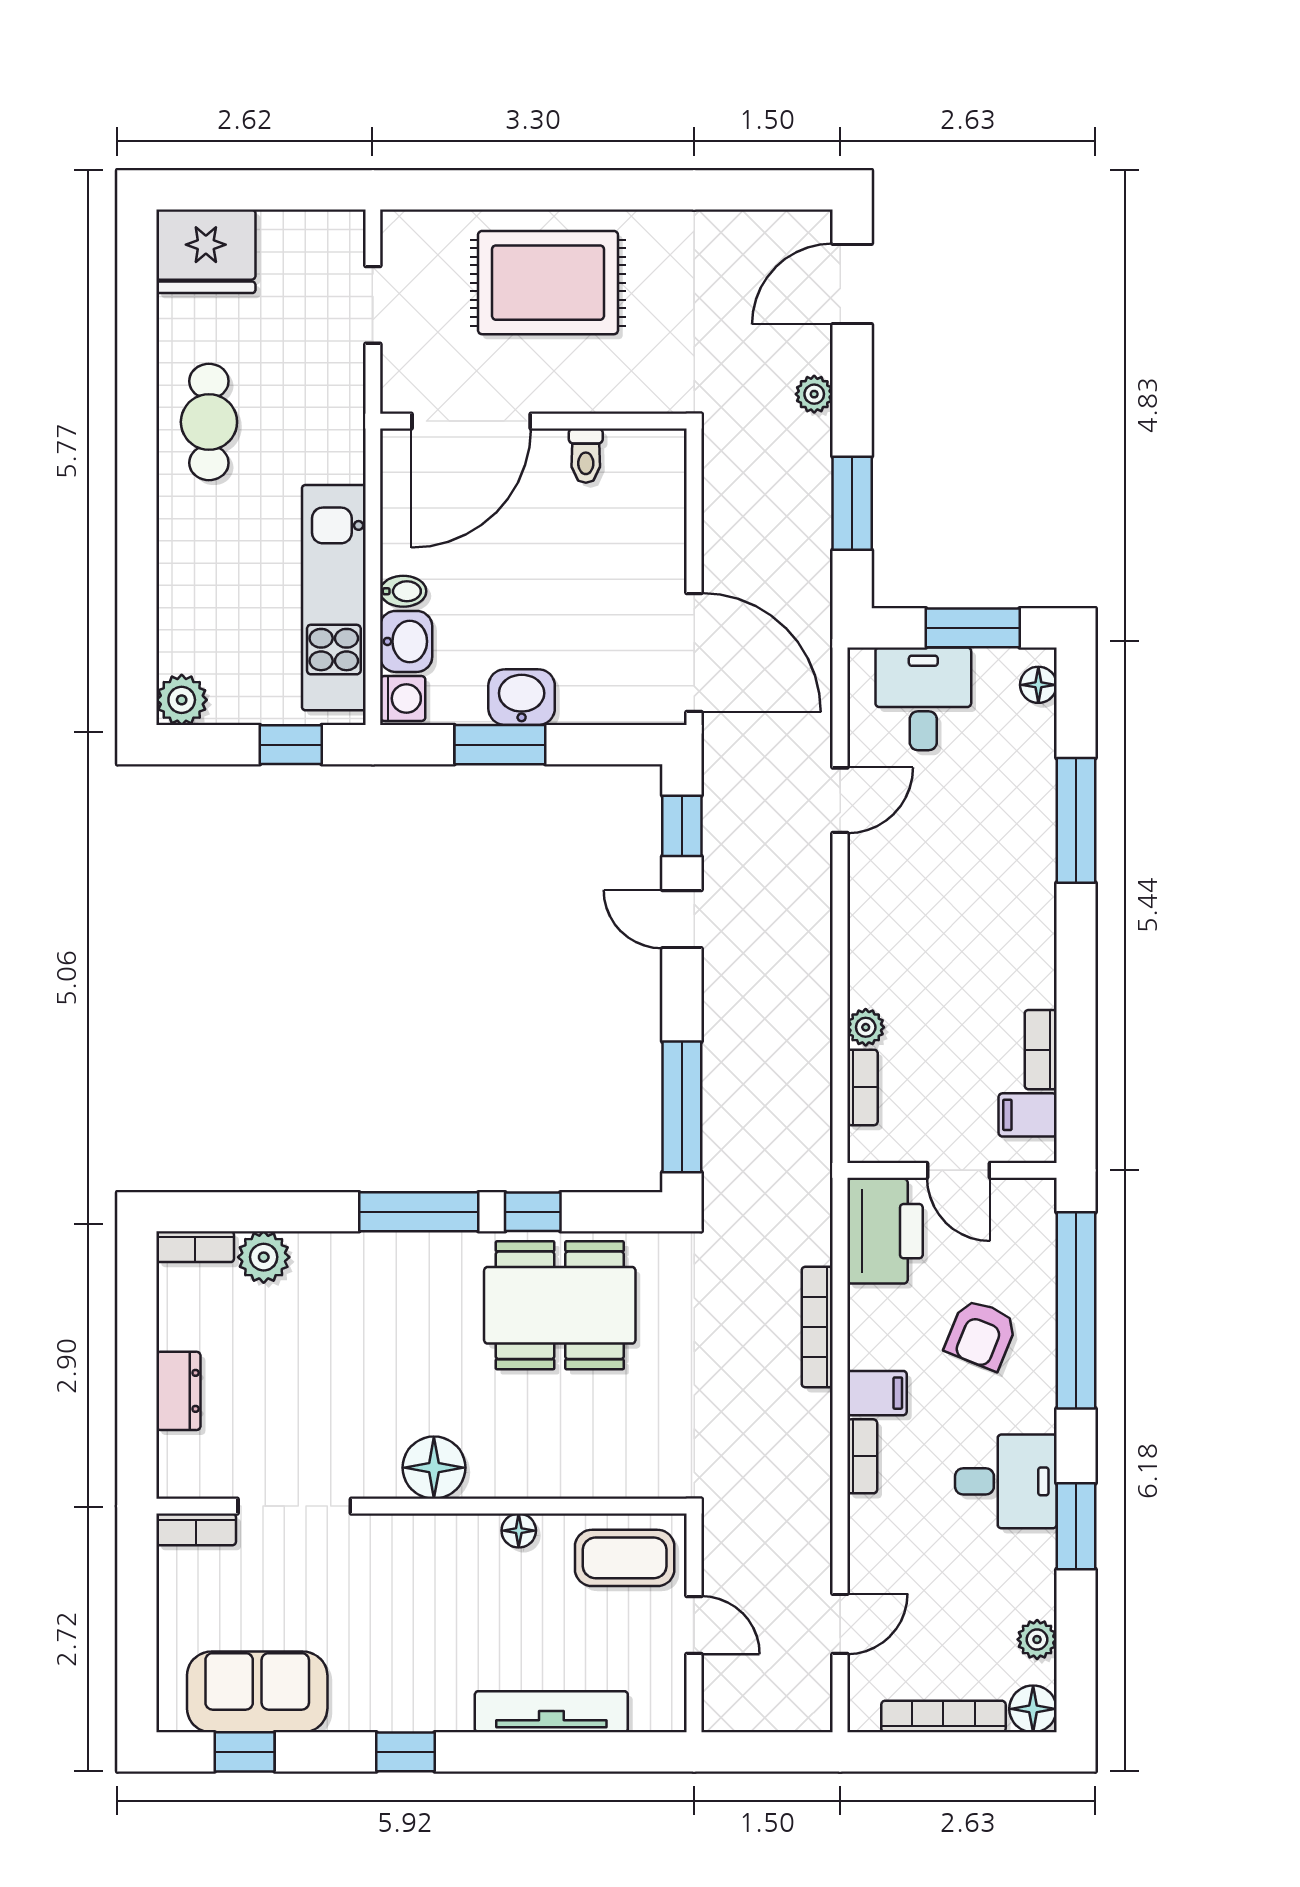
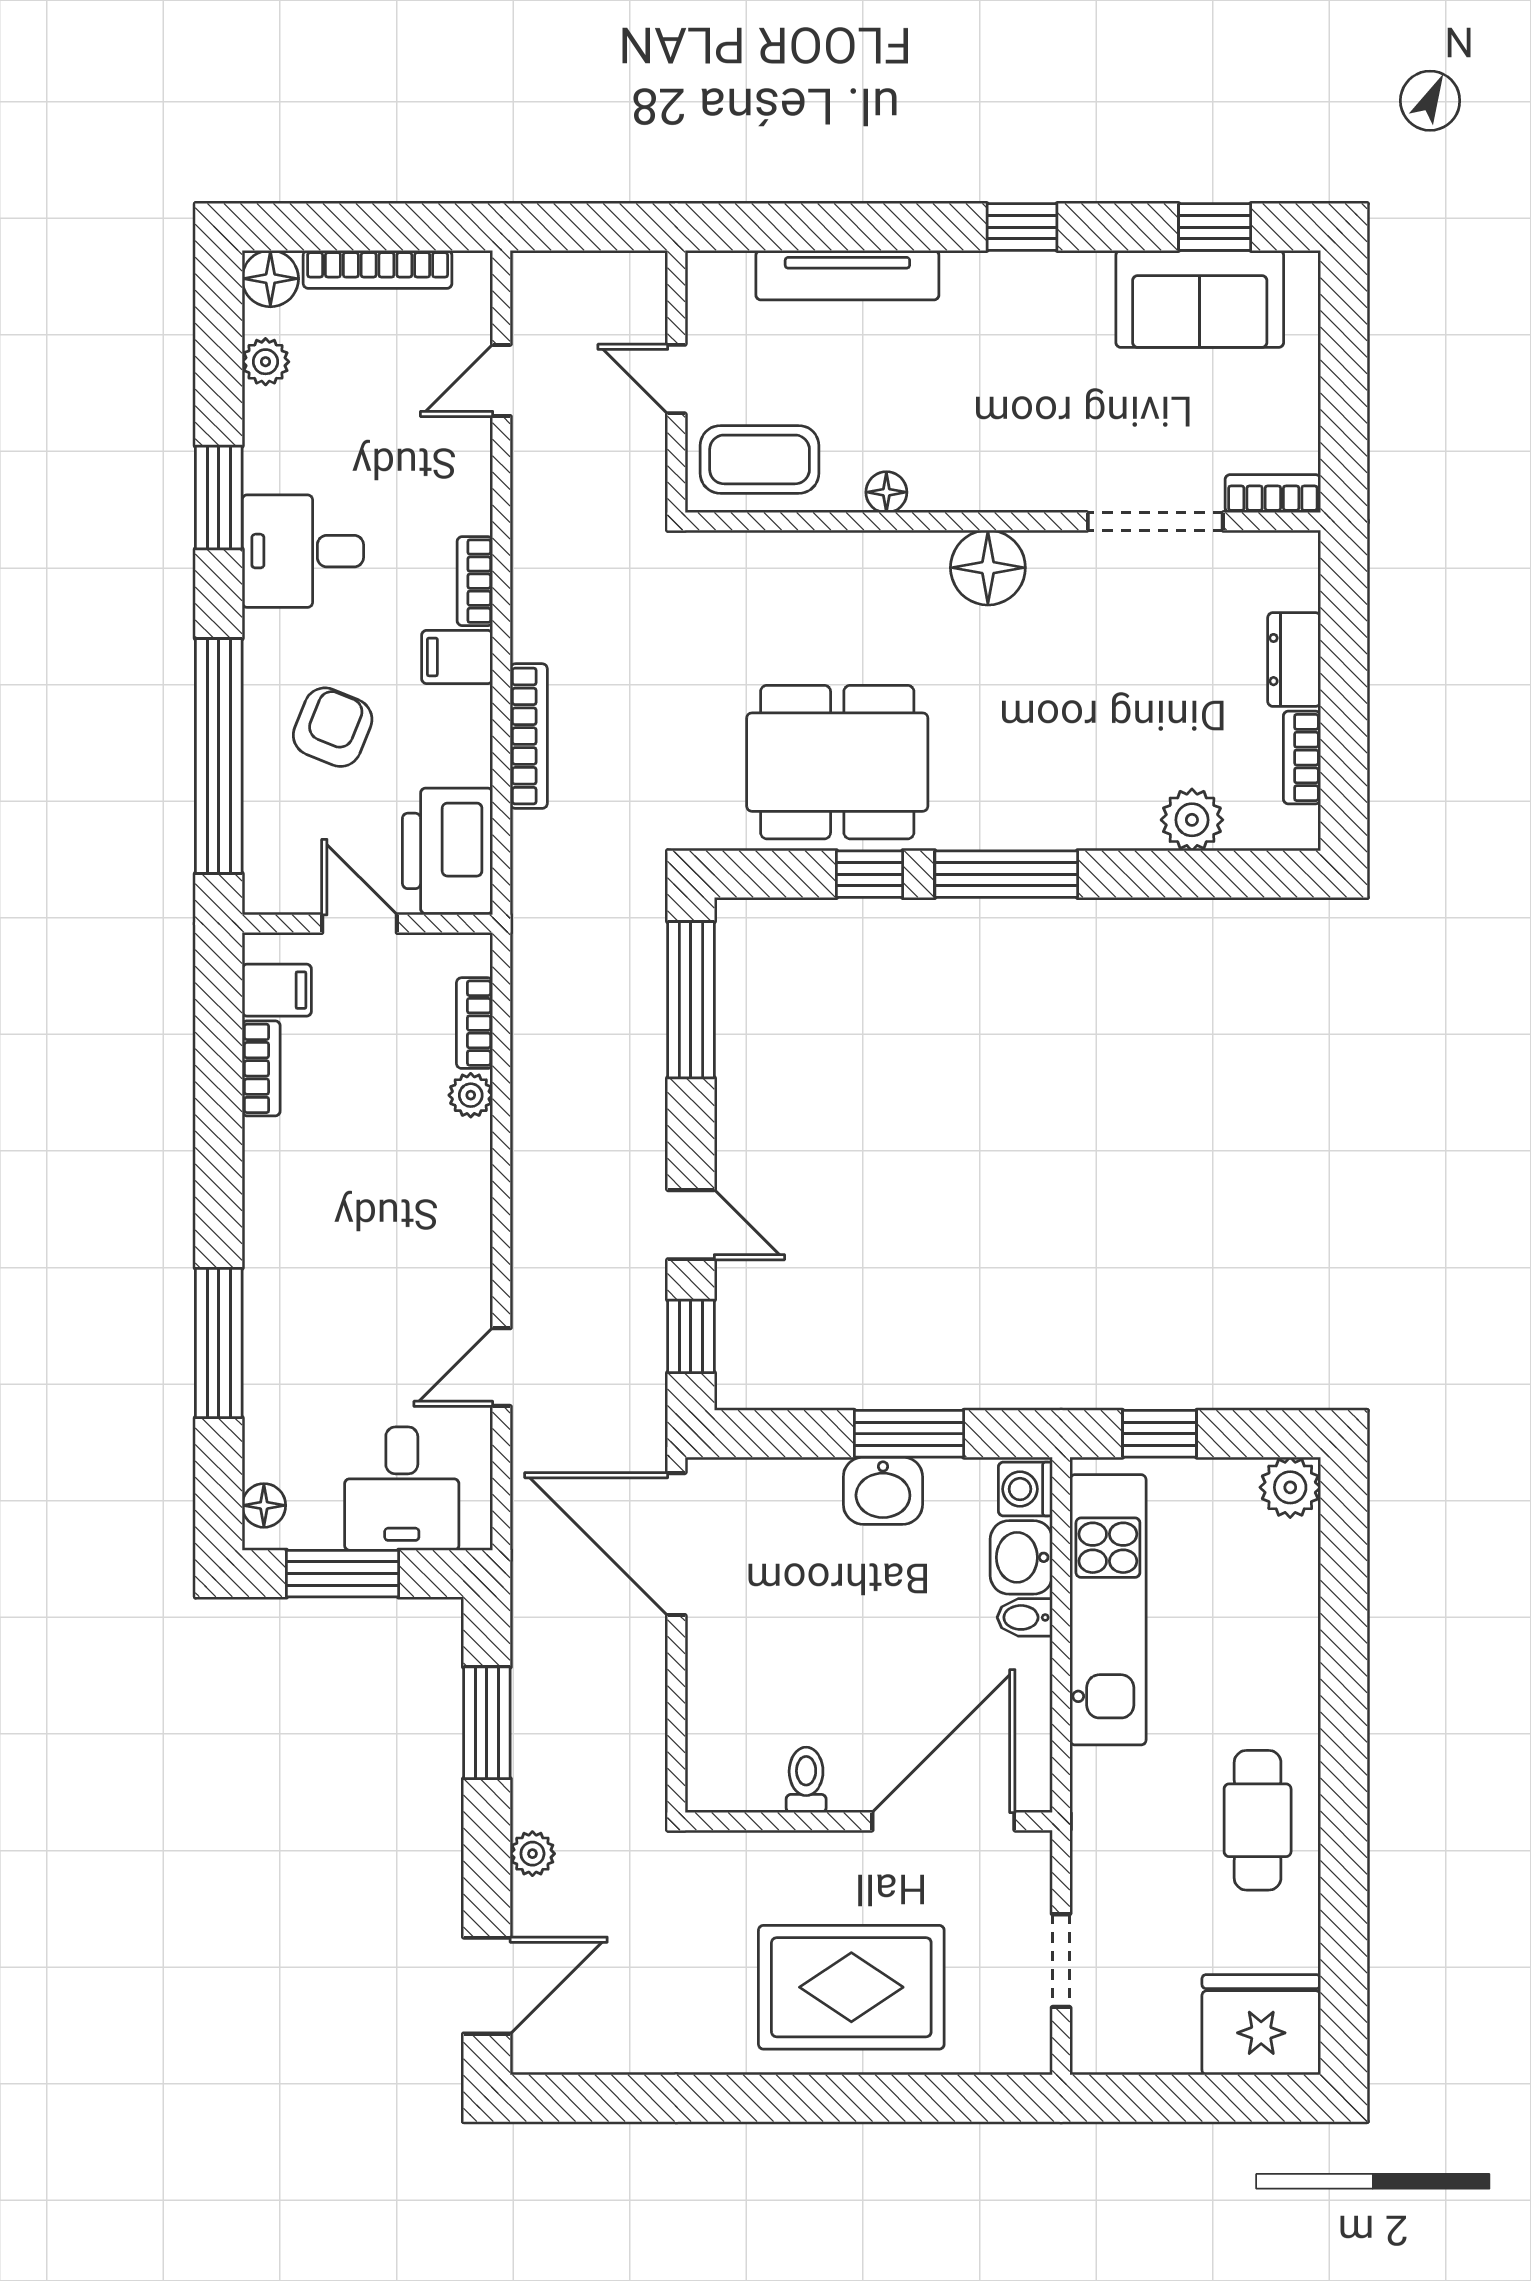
bookcase: (195, 1247) -> (1302, 758), moved, turned -90

